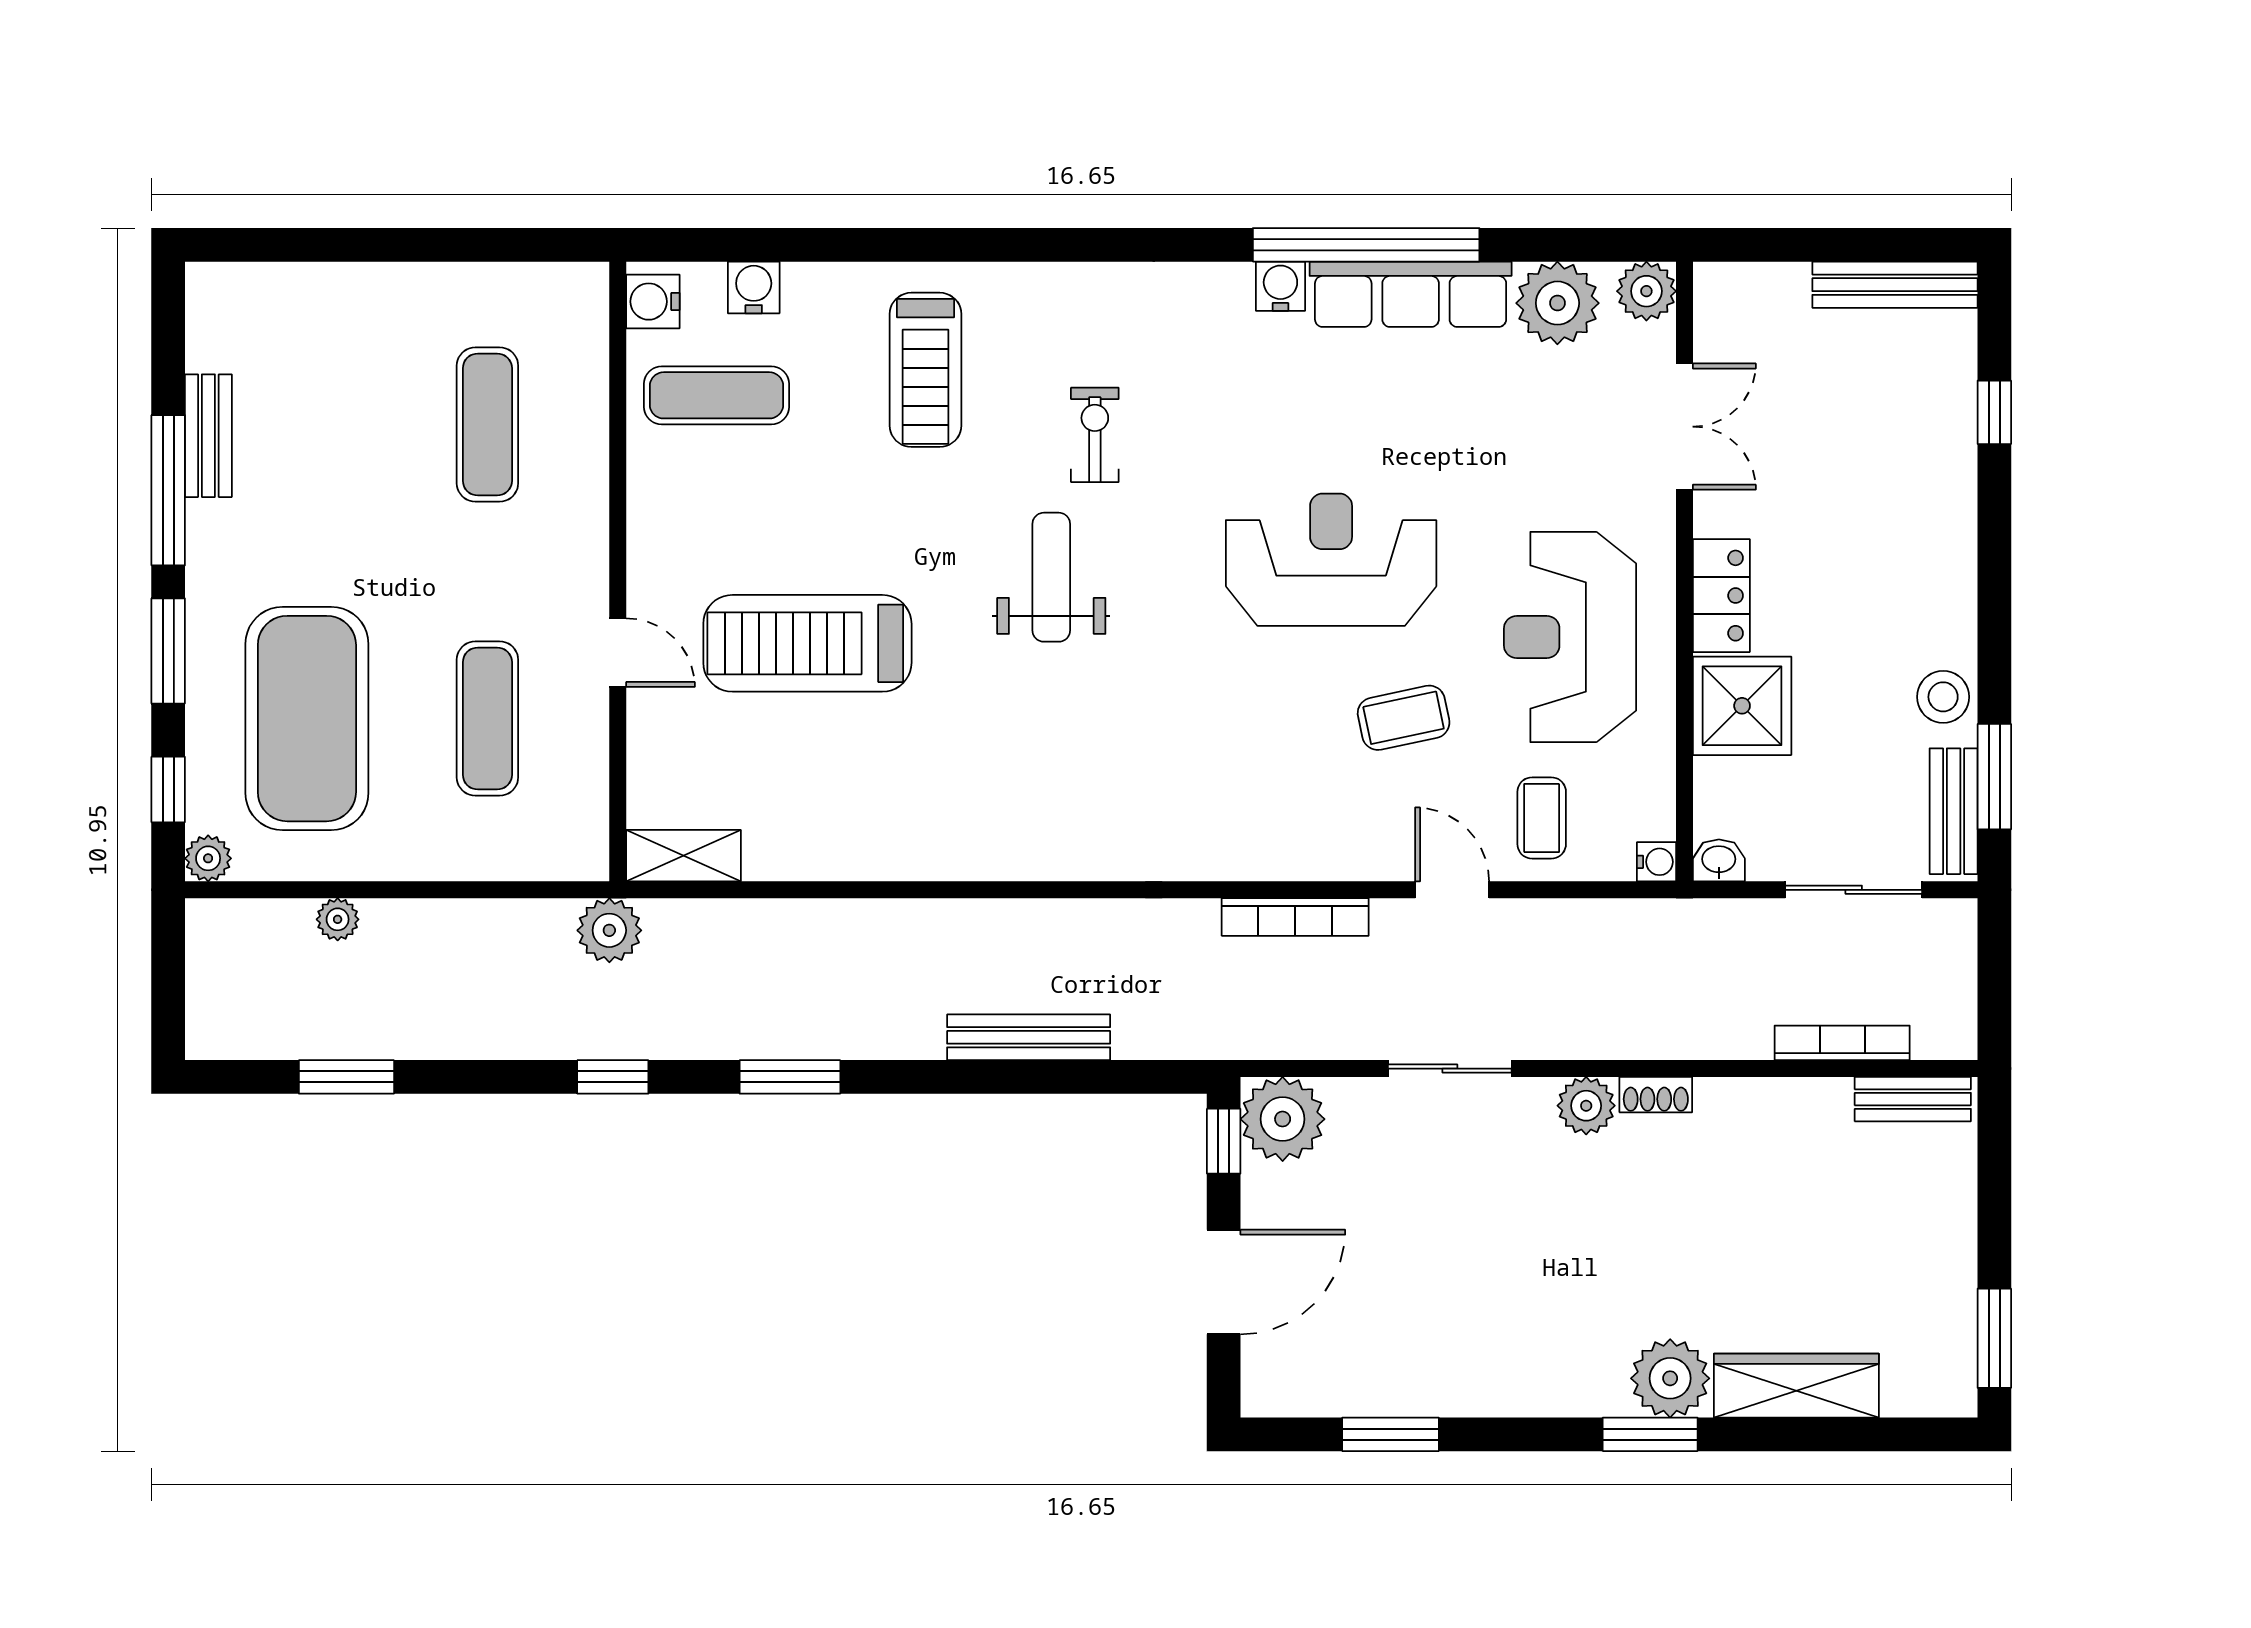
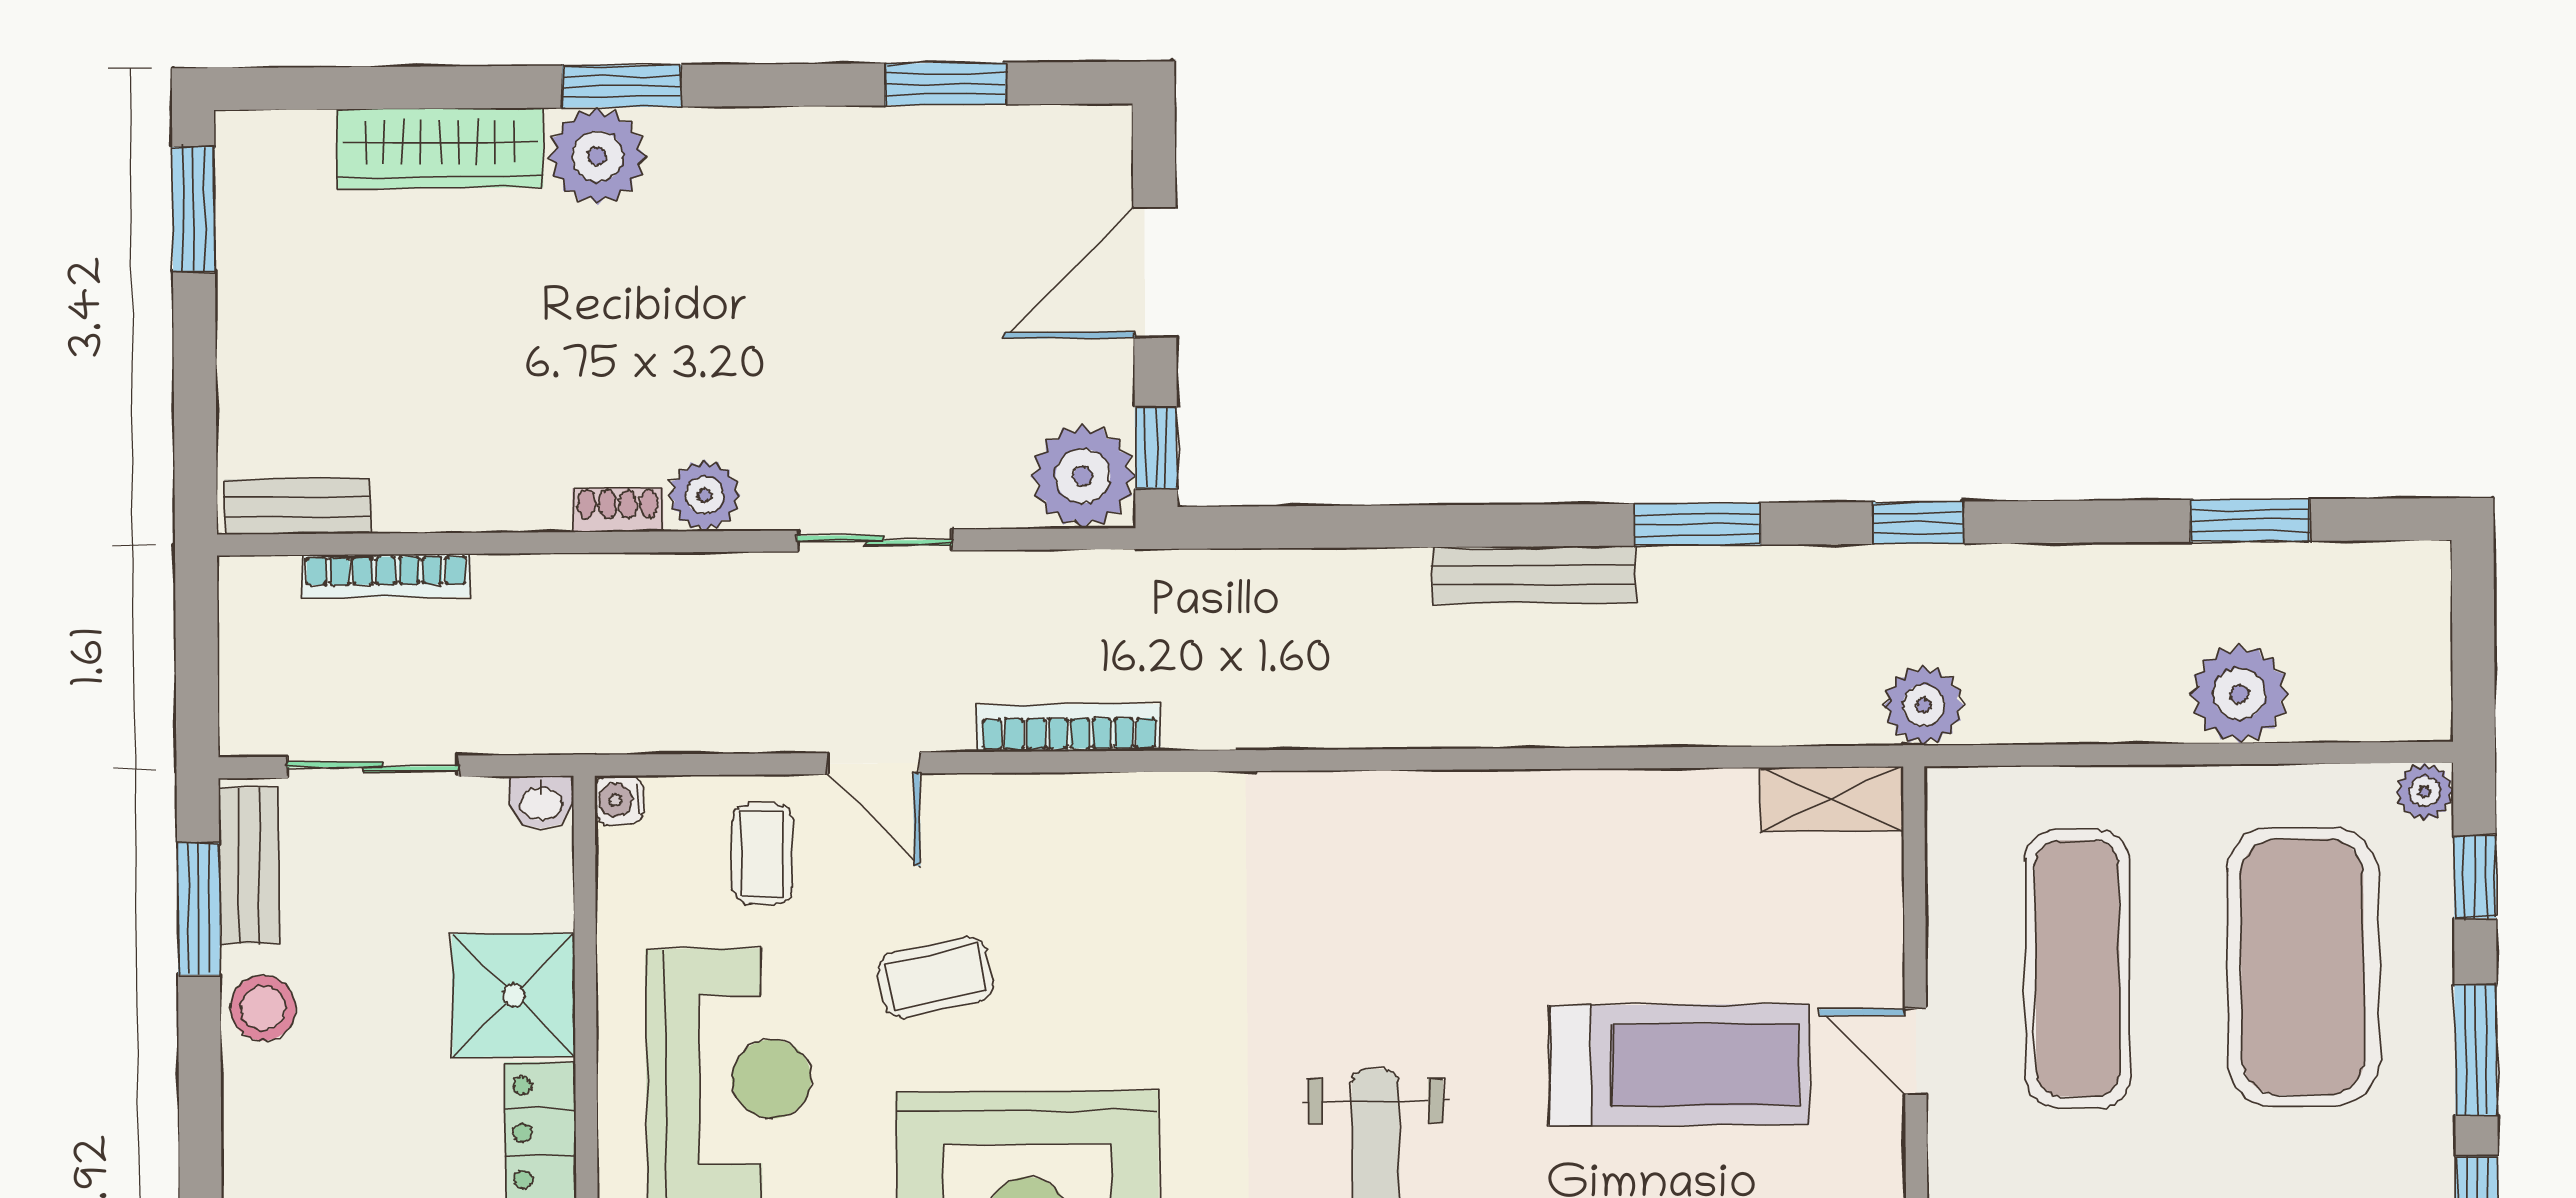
exercise mat: (487, 719) -> (2078, 968), width x1.36, depth x1.45
plant: (338, 919) -> (2239, 694), width x1.87, depth x1.87
bench: (1029, 1037) -> (1534, 575), moved

